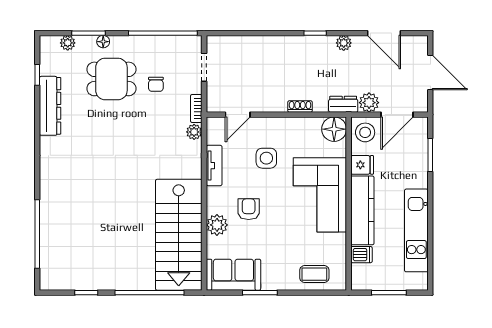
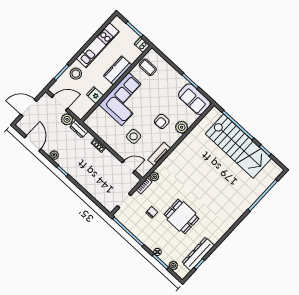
door: (430, 73) -> (29, 108), hinge flipped
dining table: (111, 79) -> (181, 217), moved
dresser: (50, 106) -> (198, 254), moved
floor lamp: (334, 129) -> (93, 122), removed
stool: (365, 132) -> (76, 74), moved
kitchen counter: (362, 210) -> (118, 70), width x0.67
stairs: (179, 235) -> (238, 146), moved, turned 90
dishwasher: (362, 255) -> (142, 45), moved
coffee table: (314, 274) -> (148, 67), moved

